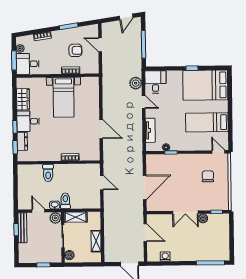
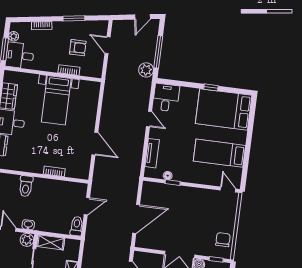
plant: (136, 83) -> (146, 70), moved
chair: (208, 176) -> (223, 240), moved
door: (102, 183) -> (87, 206), hinge flipped
toilet: (65, 201) -> (77, 226), moved

